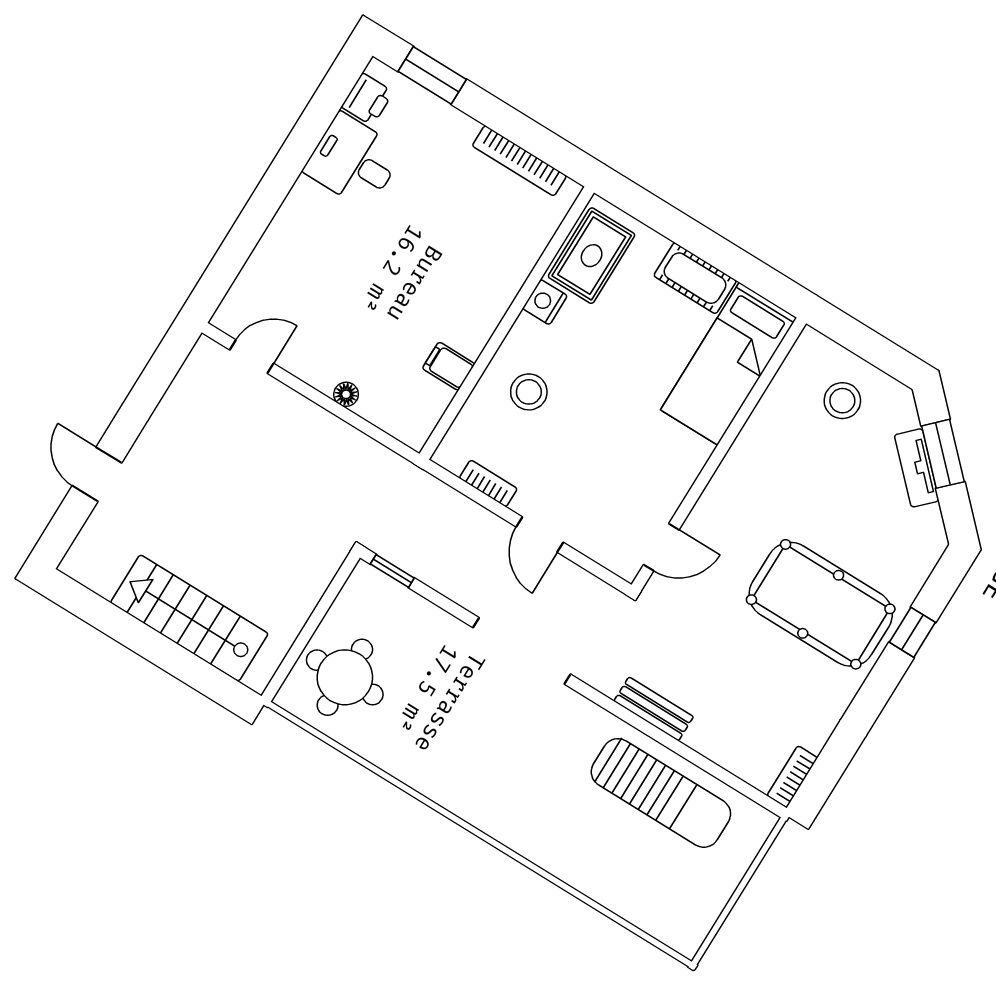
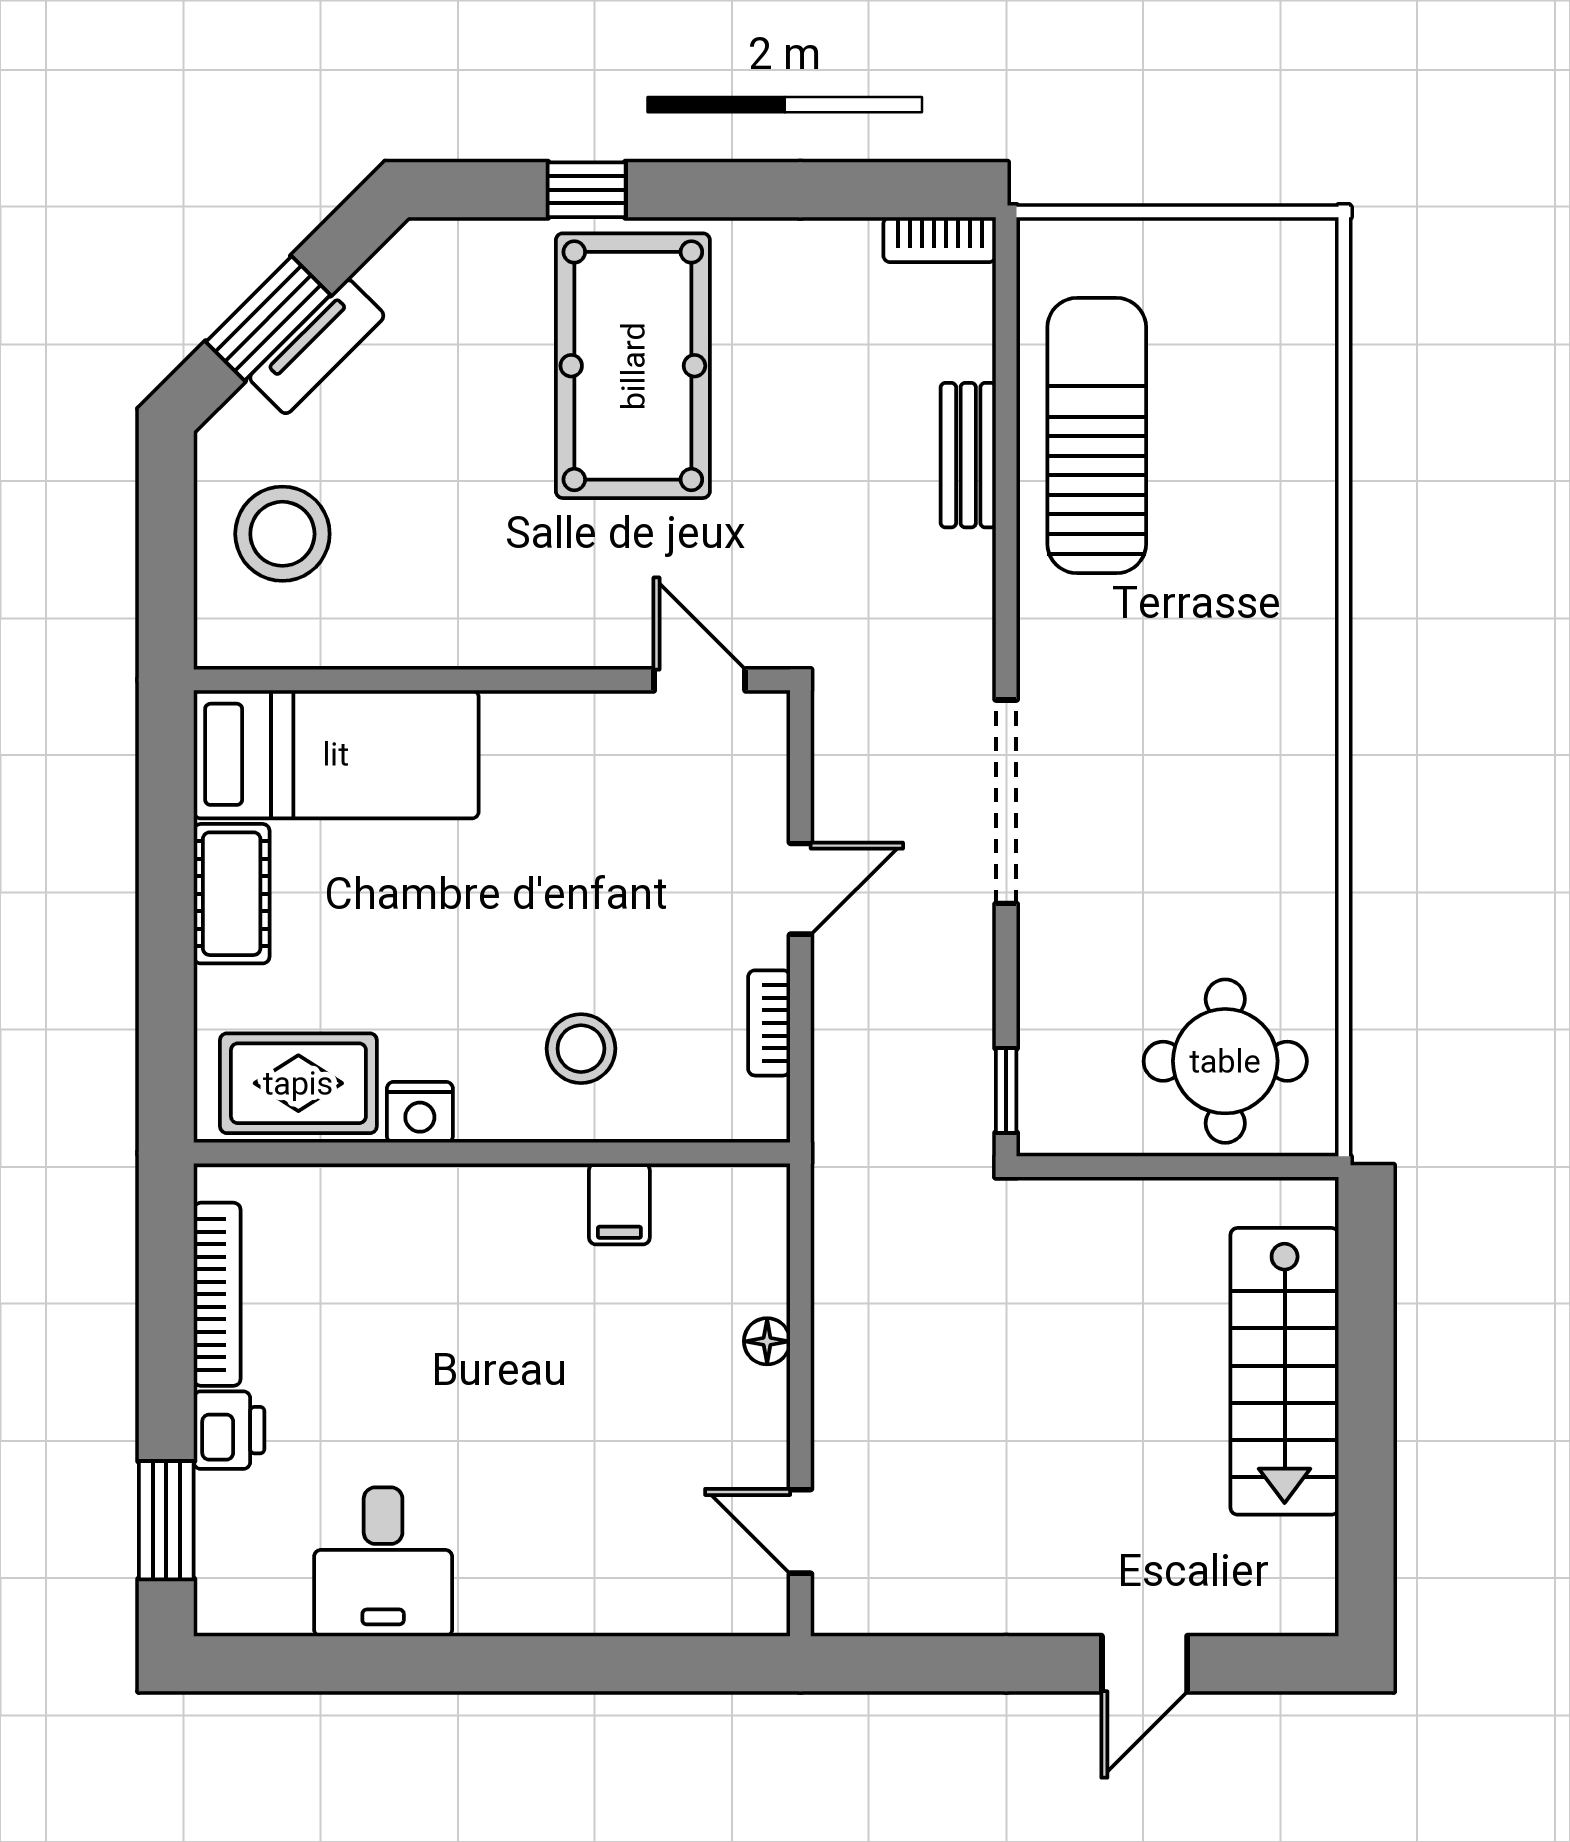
printer: (367, 99) -> (229, 1430), moved, turned 90
stool: (842, 401) -> (282, 534), width x1.38, depth x1.38
bench: (654, 709) -> (968, 455), moved

